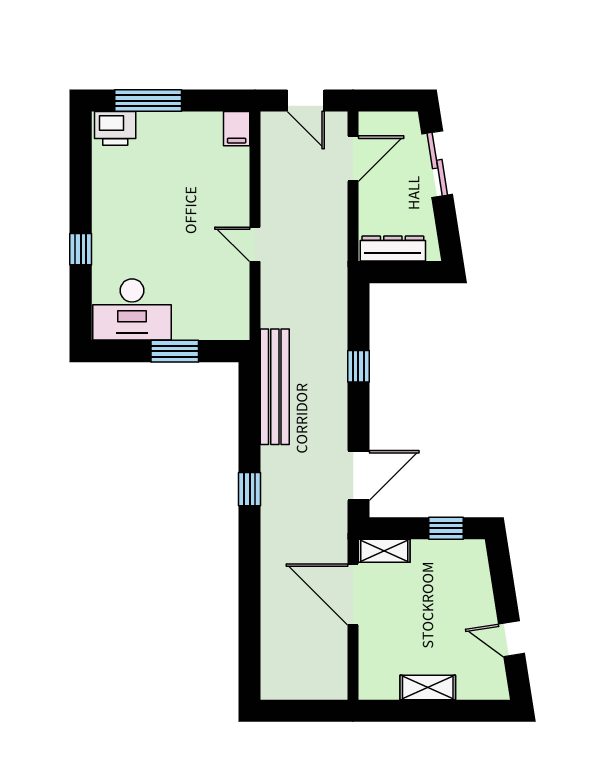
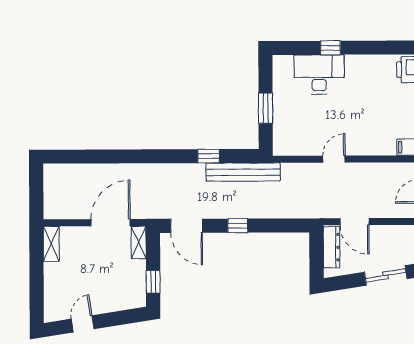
door: (353, 159) -> (355, 222), moved
desk: (132, 310) -> (319, 74), moved, turned 90
window: (358, 366) -> (238, 226), moved
window: (250, 489) -> (208, 156), moved
shelving: (428, 687) -> (51, 244), moved

